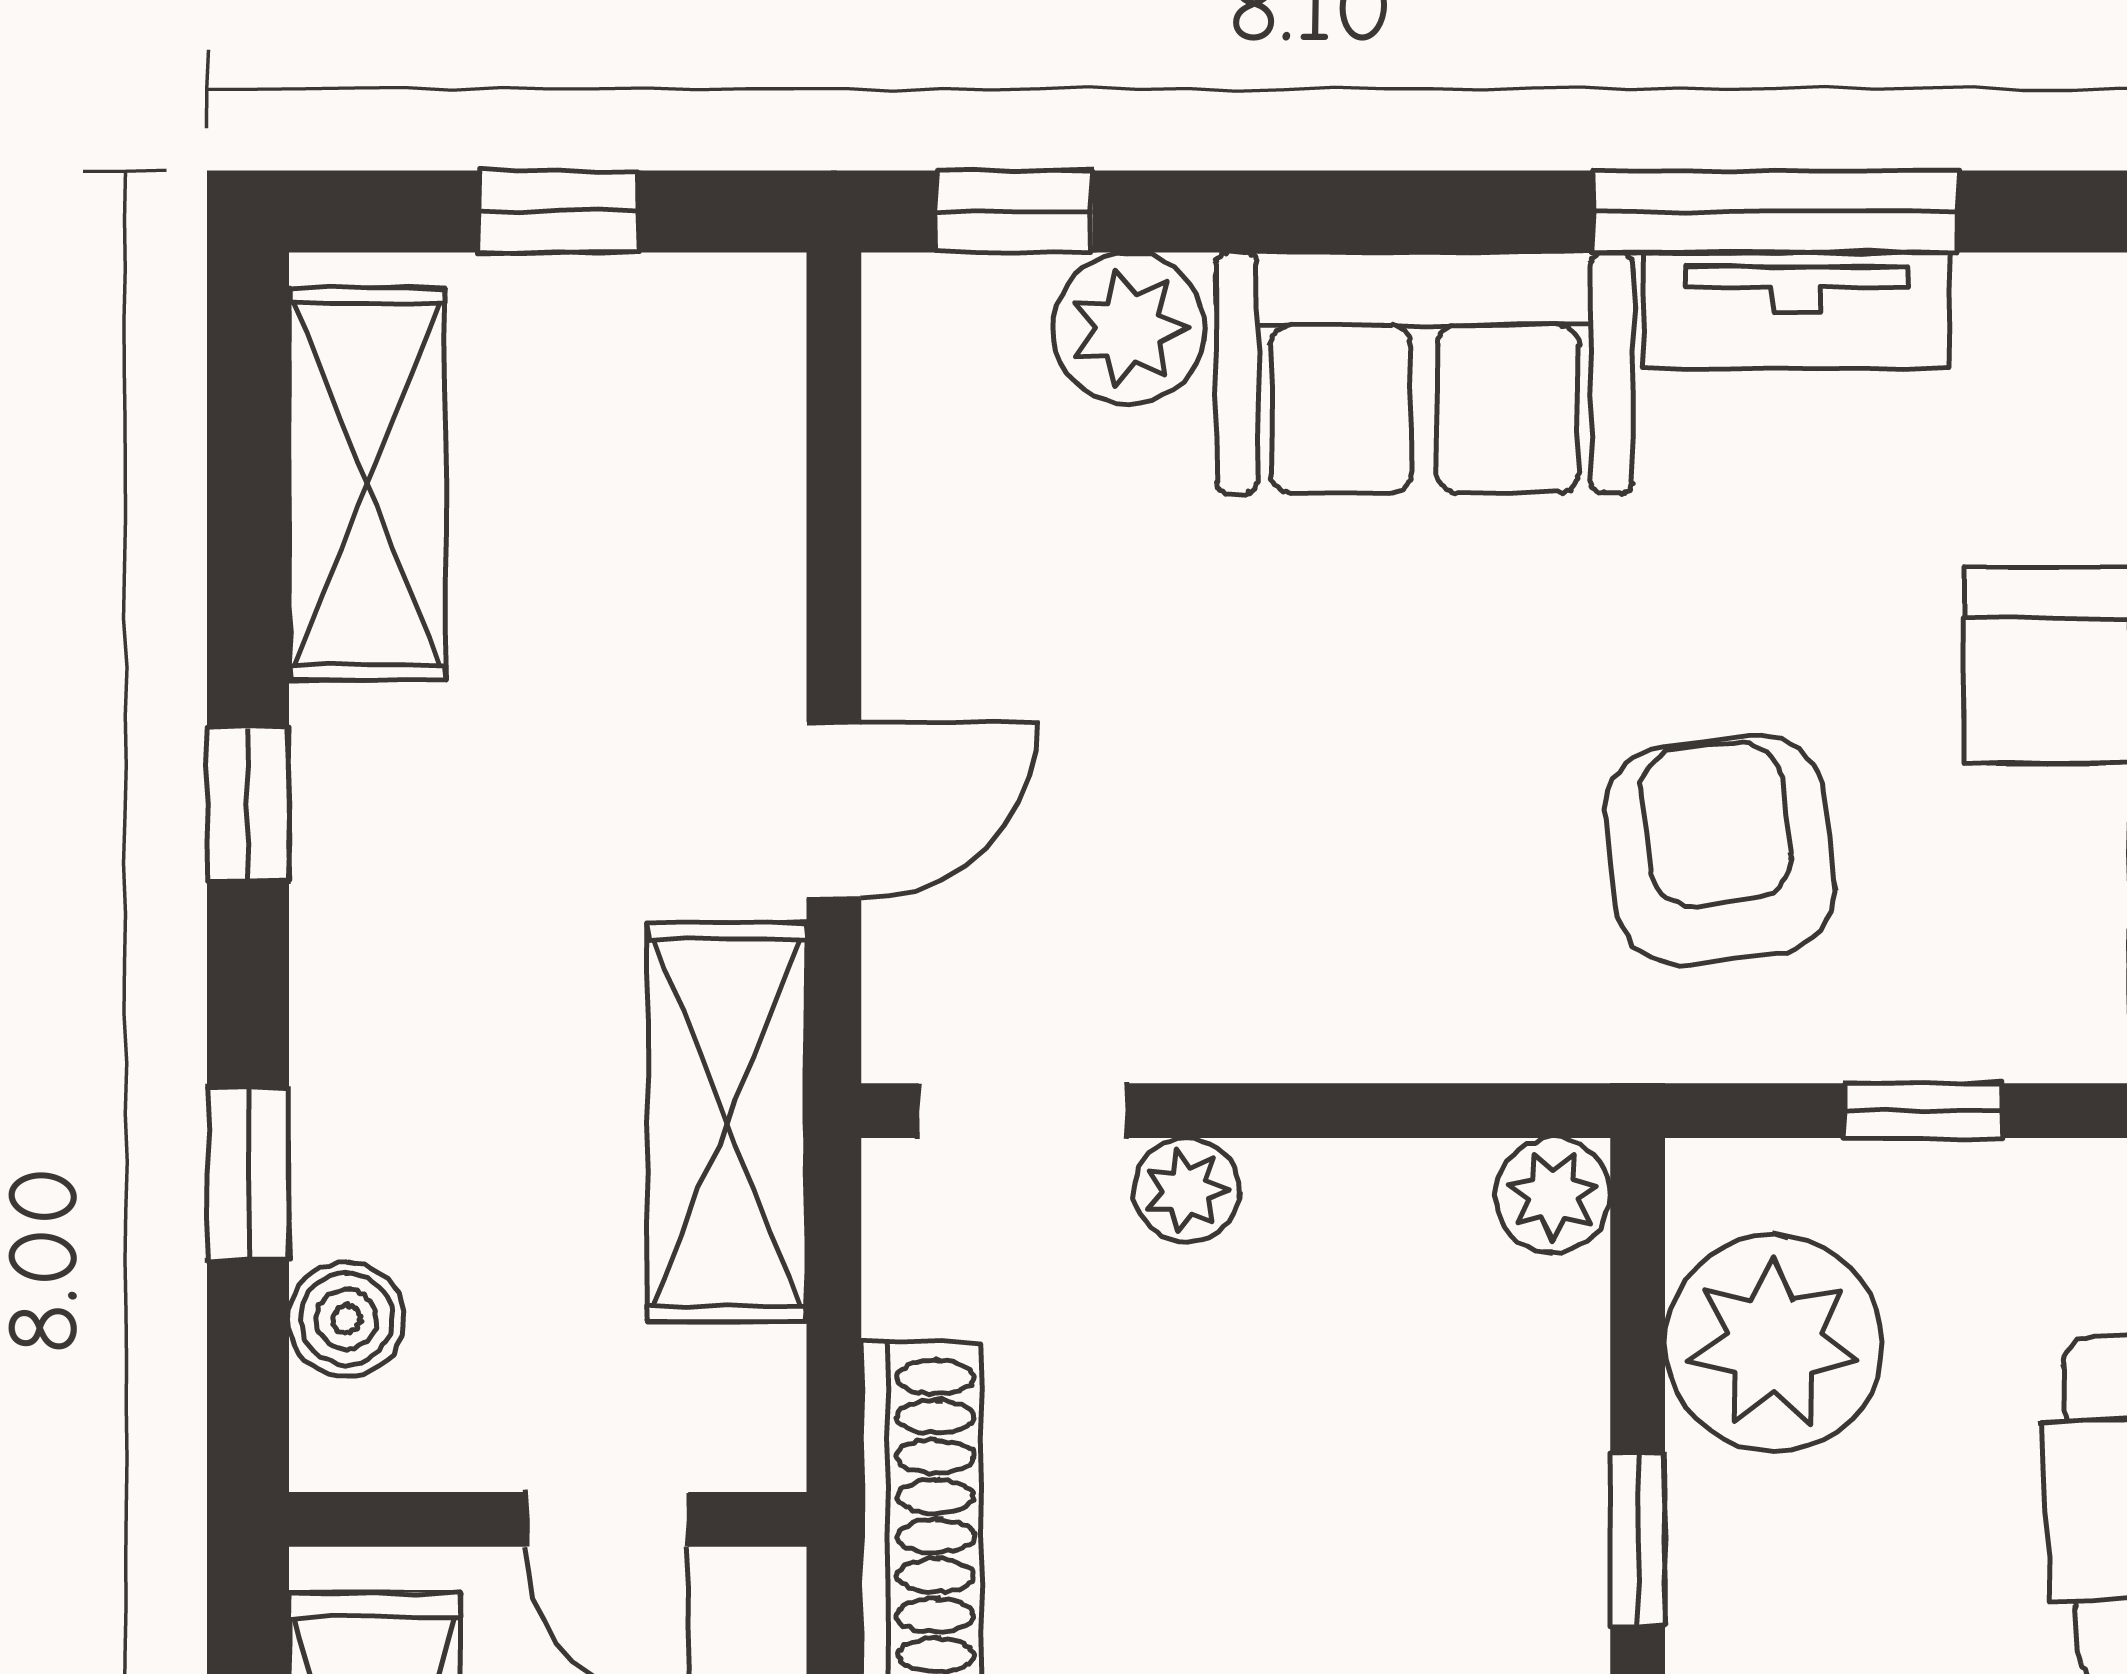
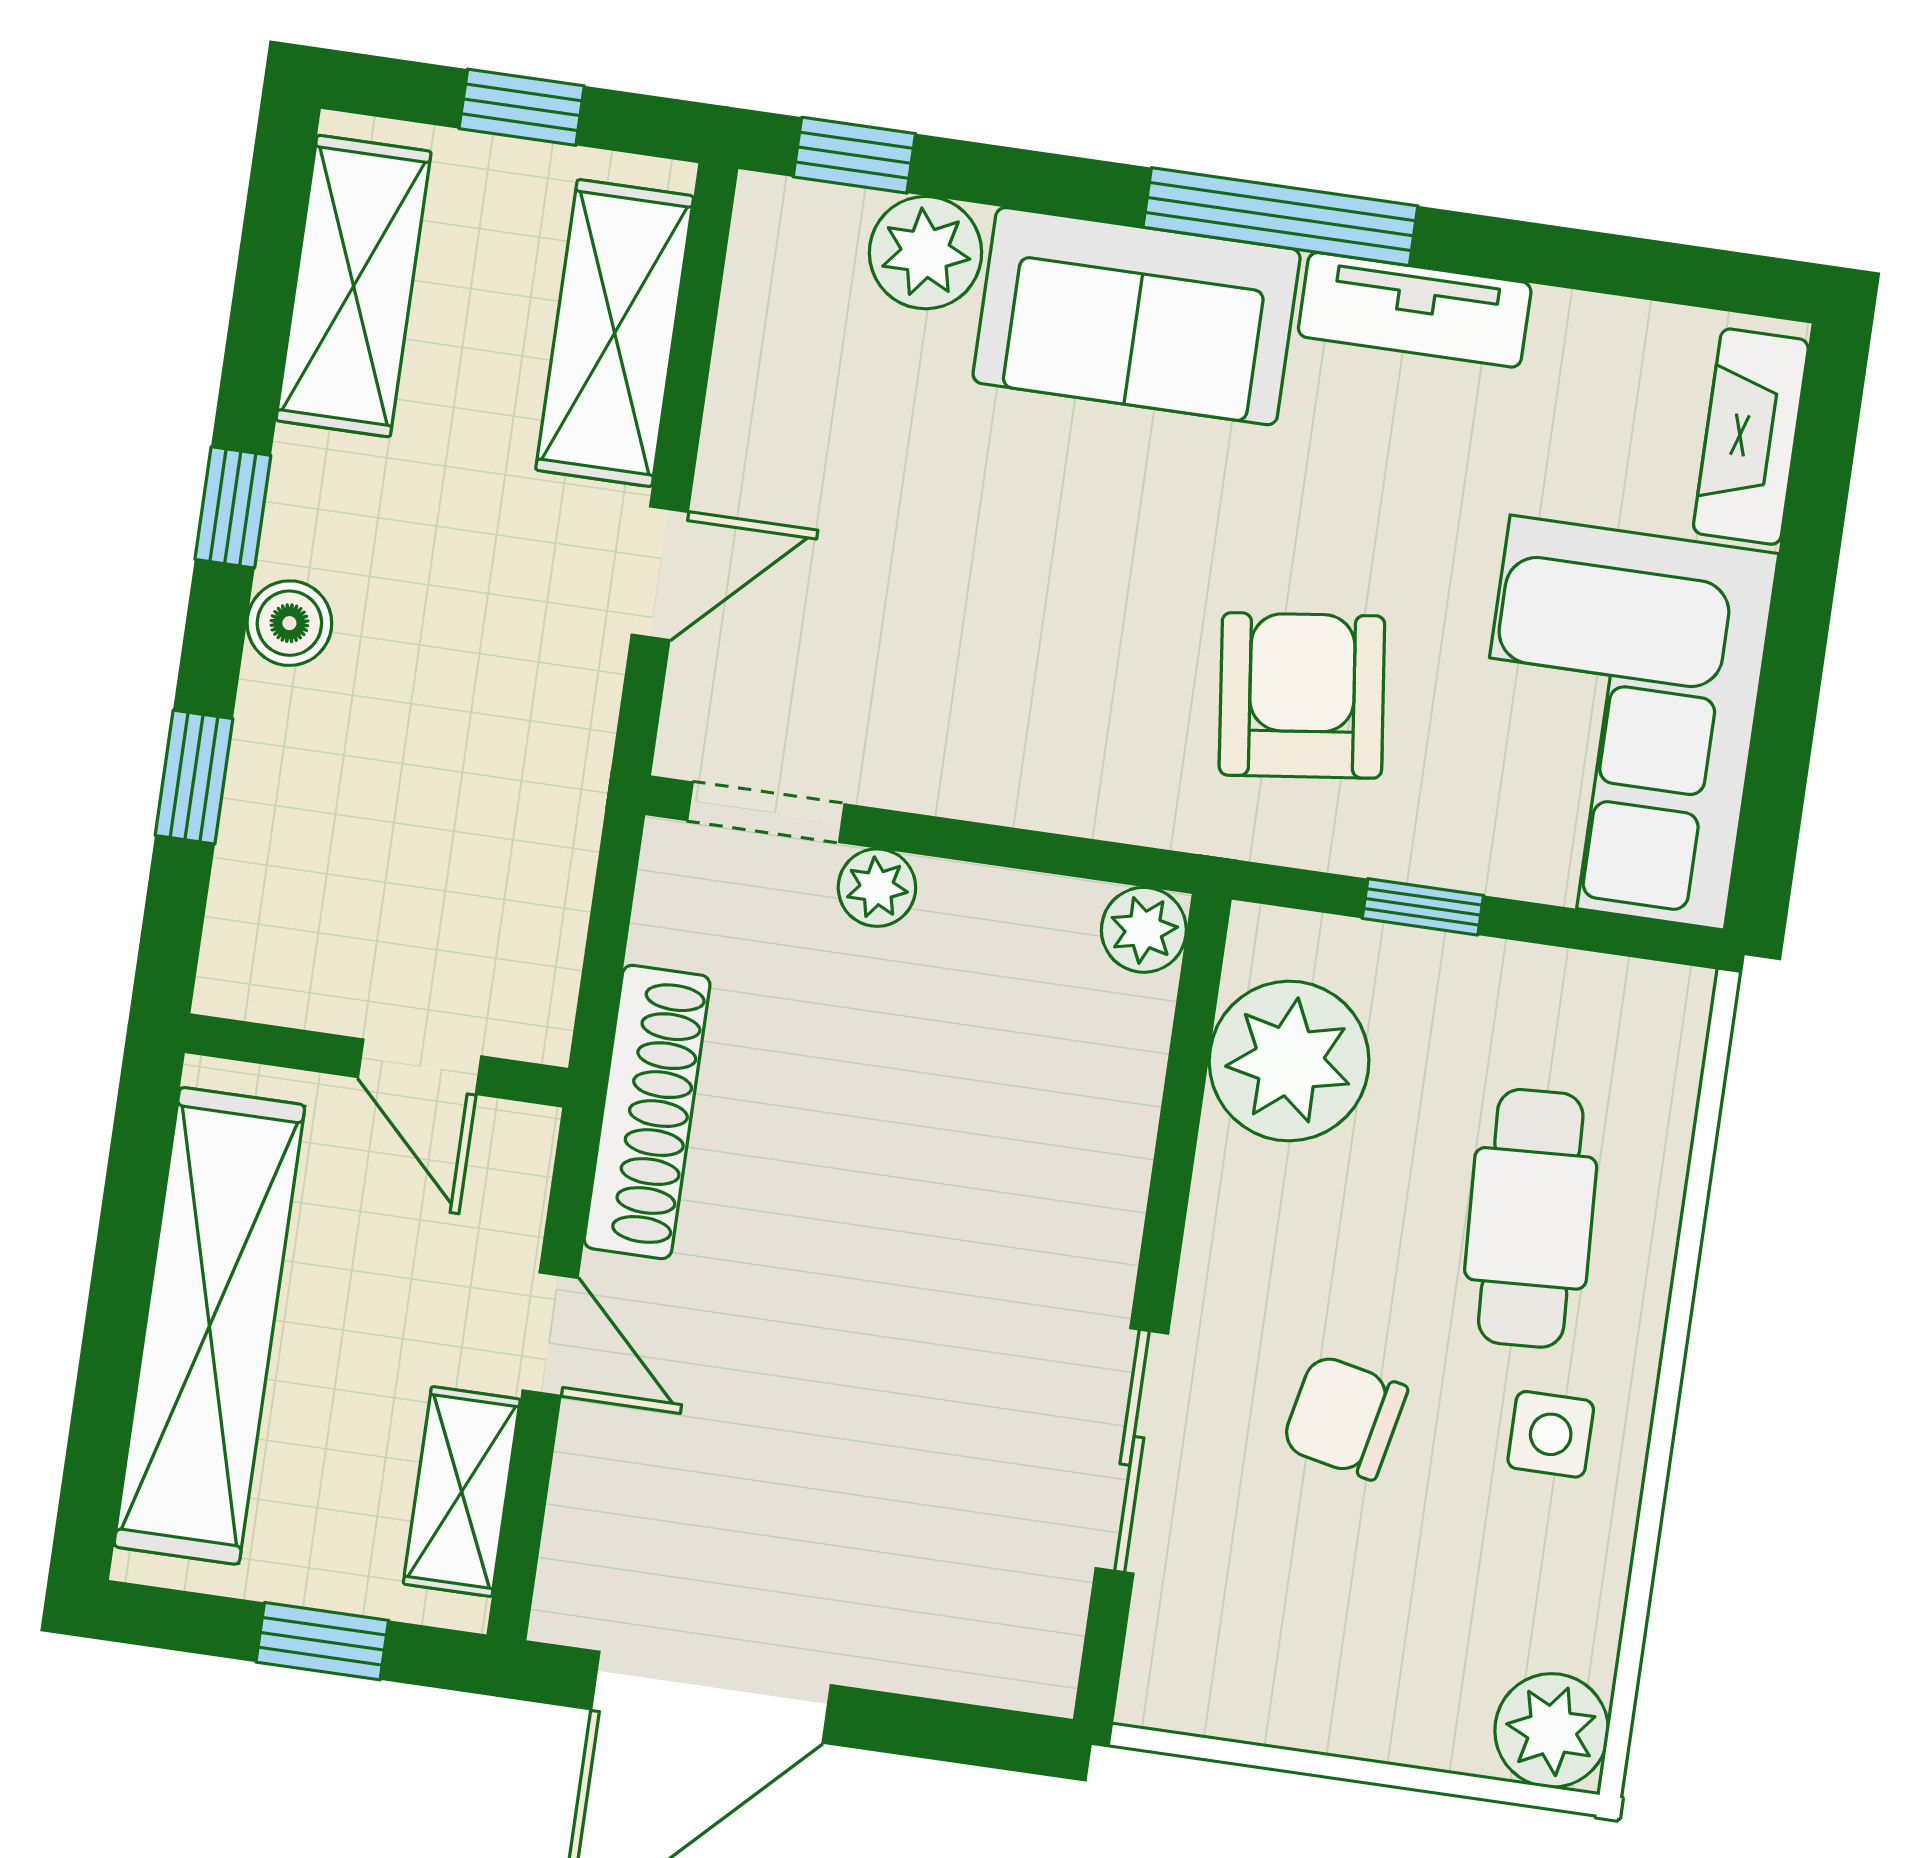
window: (1775, 211) -> (1280, 217), moved
shelving: (727, 1123) -> (615, 333), moved
boiler: (346, 1319) -> (289, 623), moved
window: (1638, 1539) -> (1170, 1190), removed

